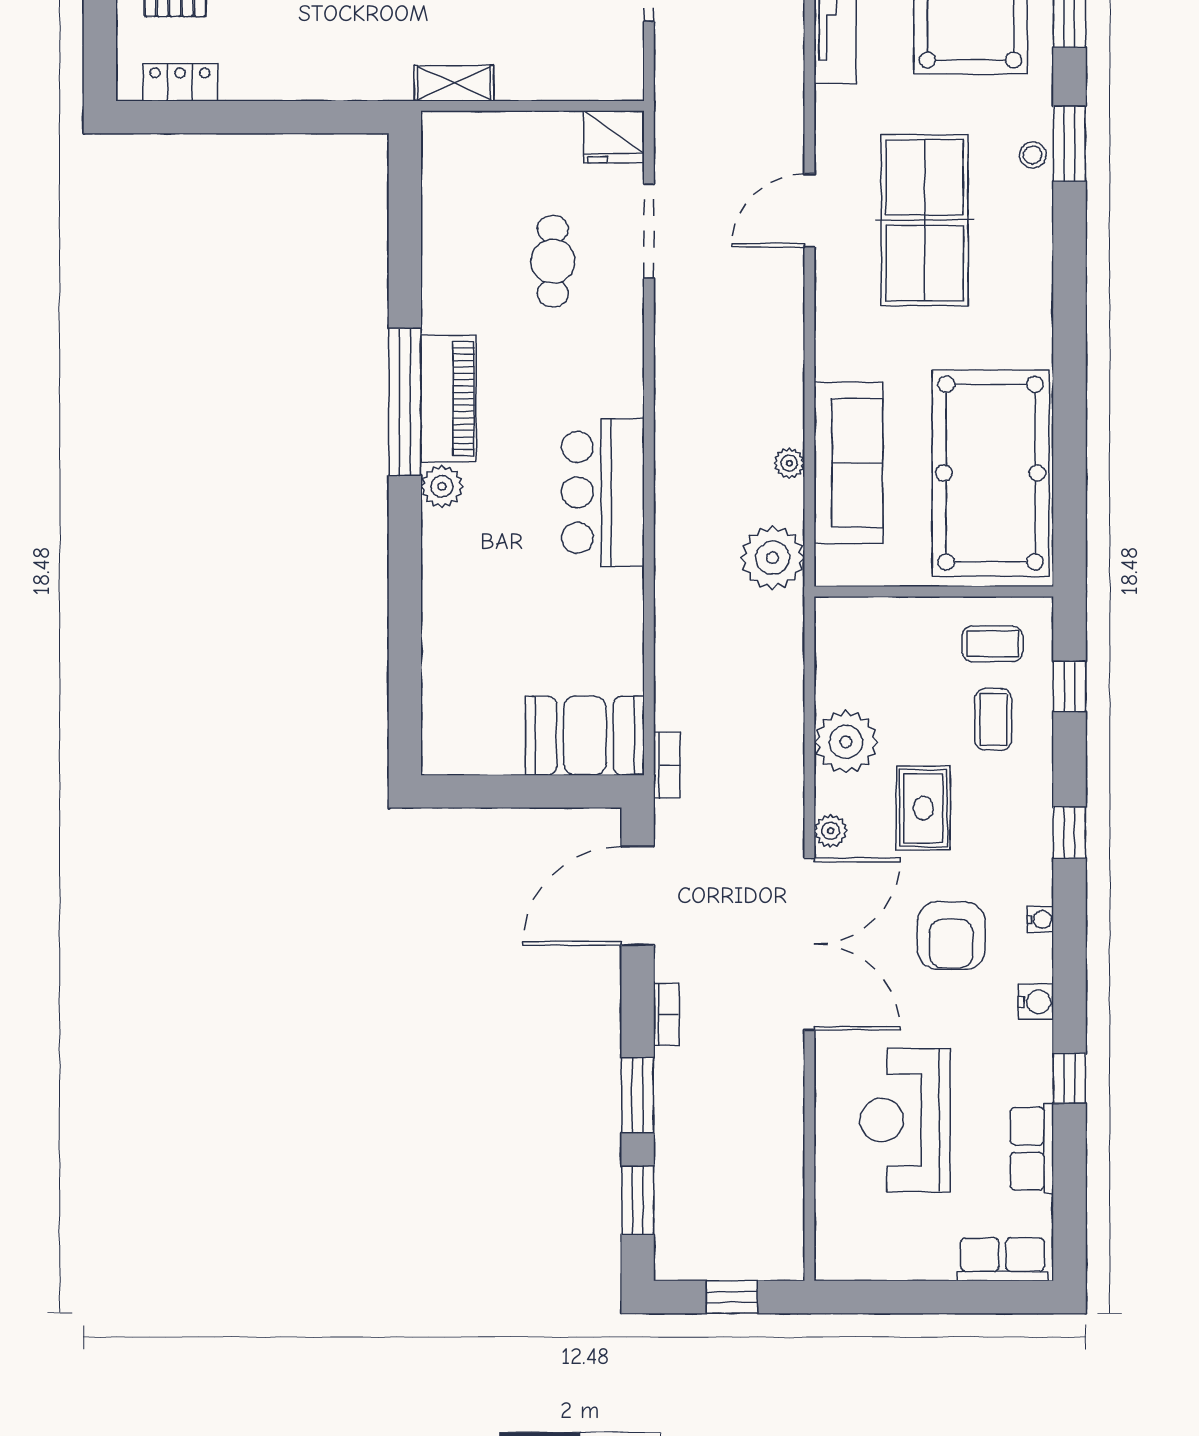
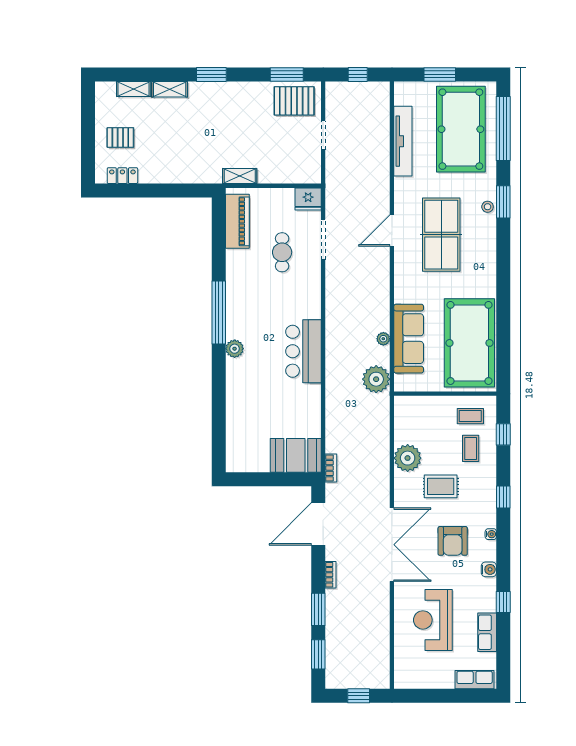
piano: (449, 399) -> (237, 221), moved
rug: (923, 808) -> (441, 486), turned 90
plant: (831, 831) -> (401, 496), removed

